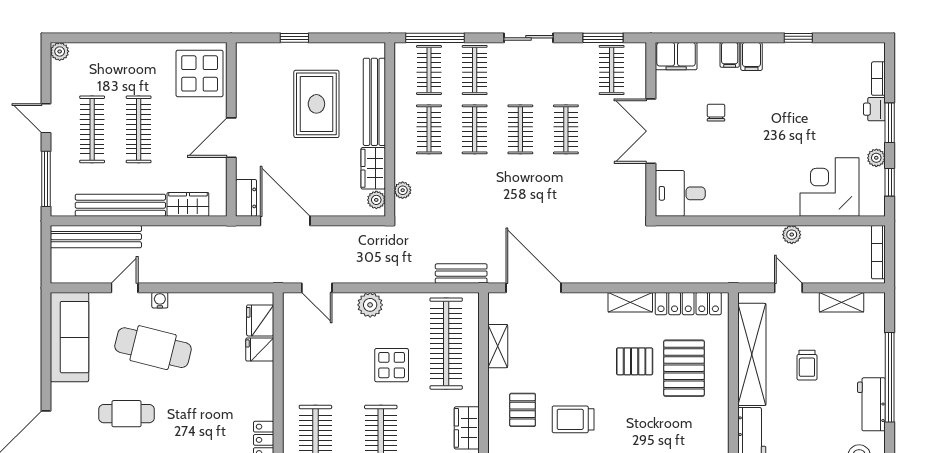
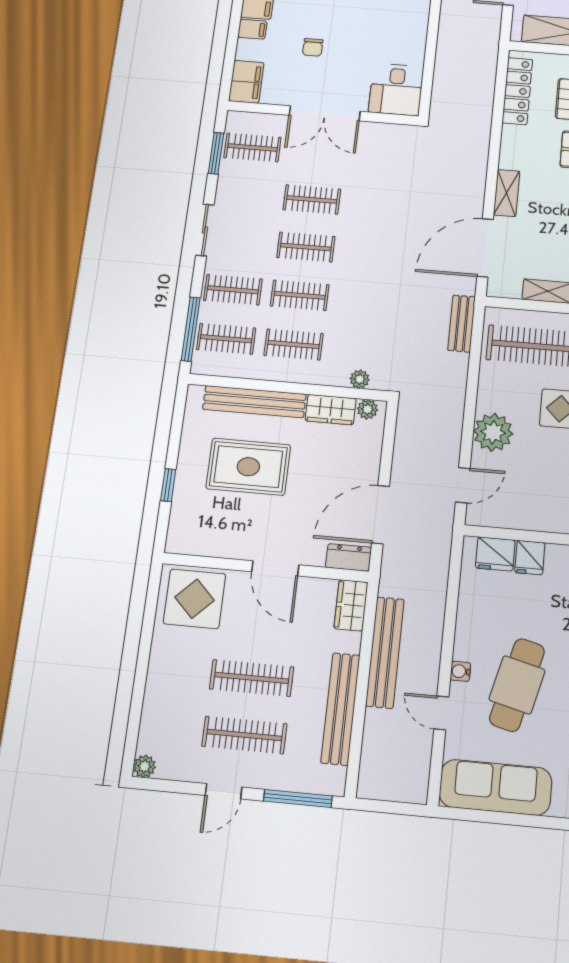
chair: (716, 113) -> (313, 47), turned -90
wardrobe: (188, 204) -> (351, 605), moved
bench: (96, 237) -> (385, 652), moved
shelving: (630, 302) -> (507, 193), moved
plant: (370, 305) -> (493, 432), width x1.36, depth x1.36

